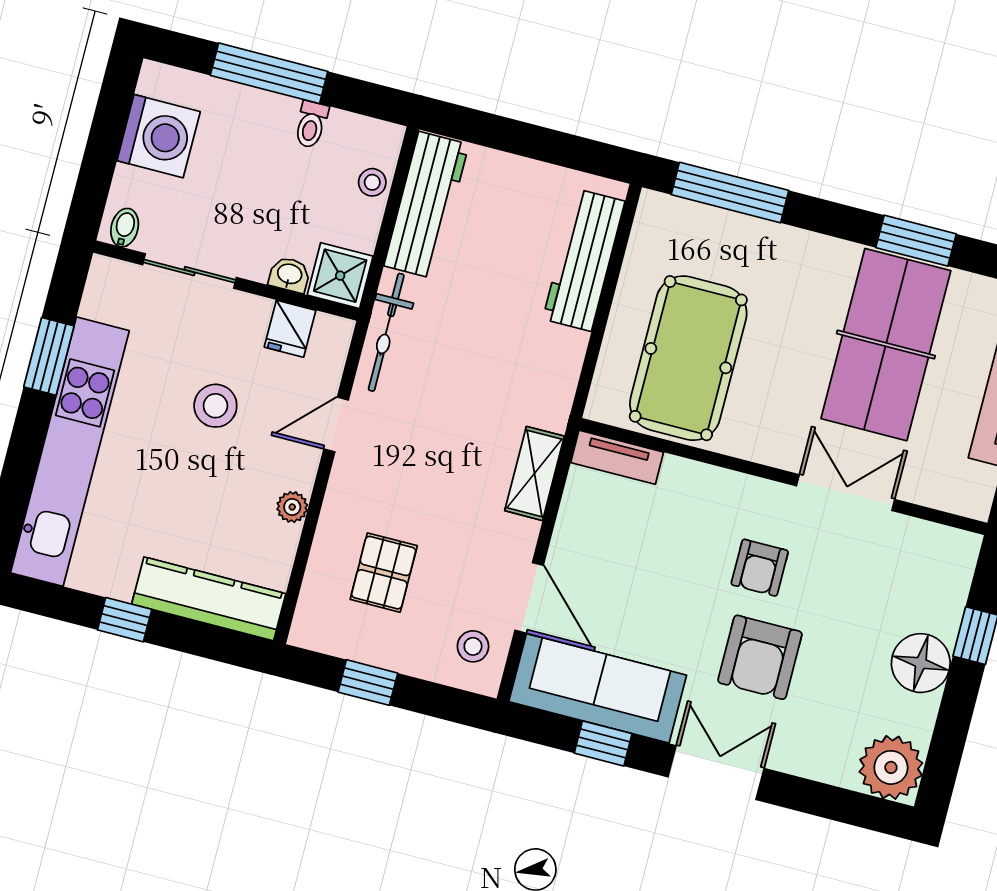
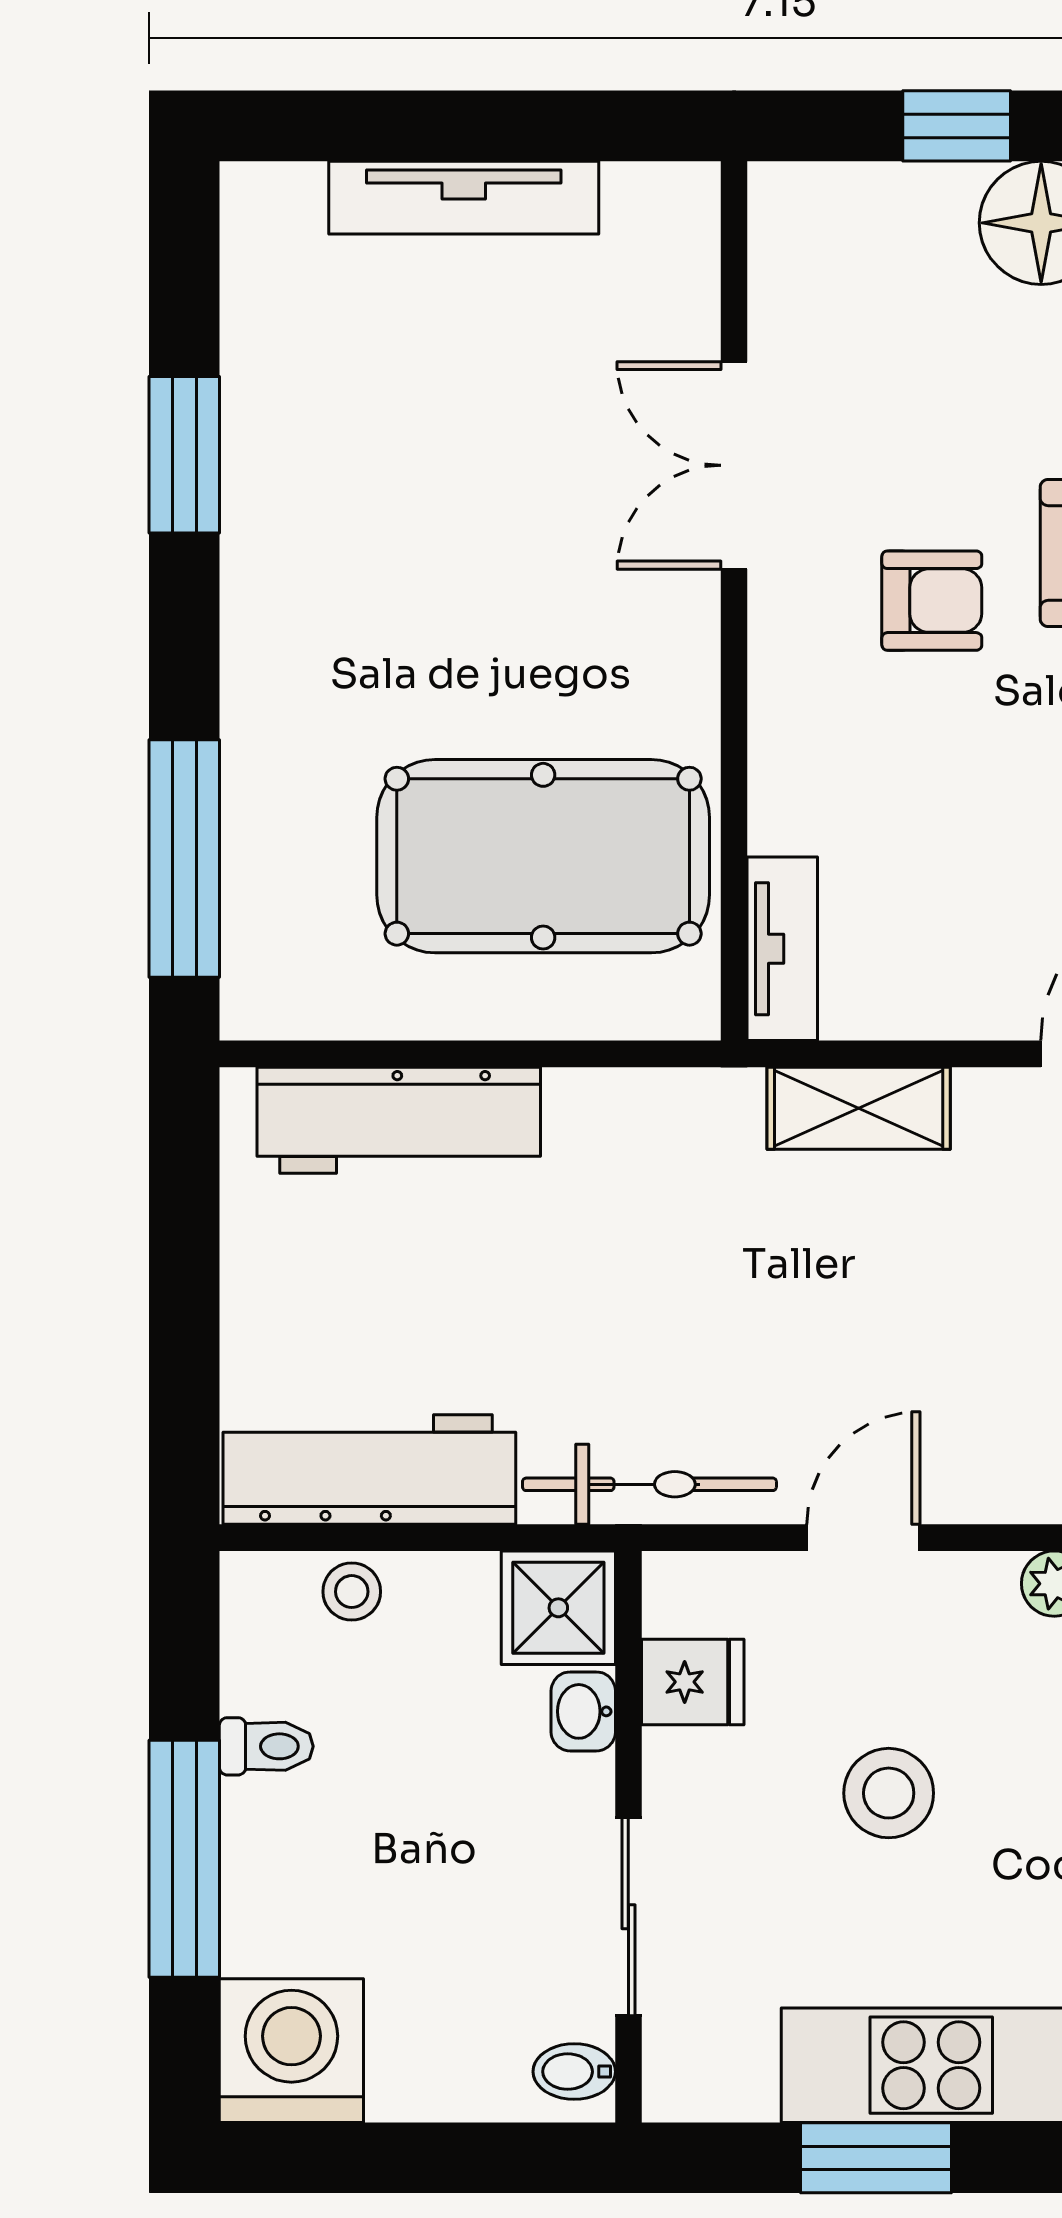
washing machine: (159, 136) -> (291, 2051), moved
table tennis table: (886, 345) -> (412, 461), removed
door: (336, 424) -> (863, 1538), swing flipped

